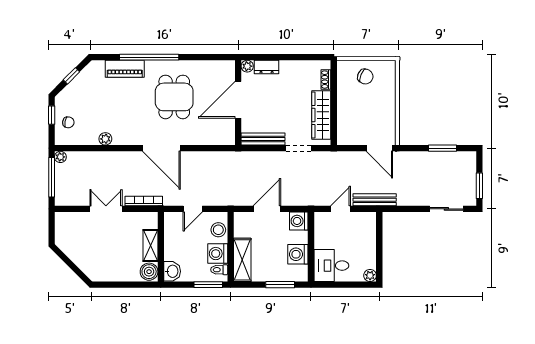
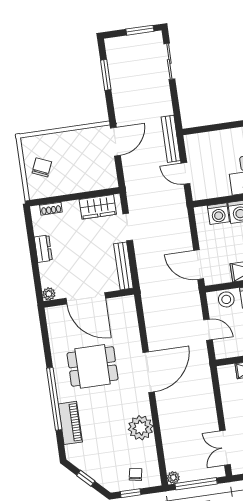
dresser: (267, 67) -> (43, 249), moved
wardrobe: (321, 115) -> (98, 207), width x0.67
plant: (105, 139) -> (141, 428), width x1.88, depth x1.88
bookcase: (144, 201) -> (207, 383), removed
double door: (106, 209) -> (225, 448), moved
door: (267, 209) -> (199, 265), moved
washing machine: (299, 221) -> (218, 214), moved

